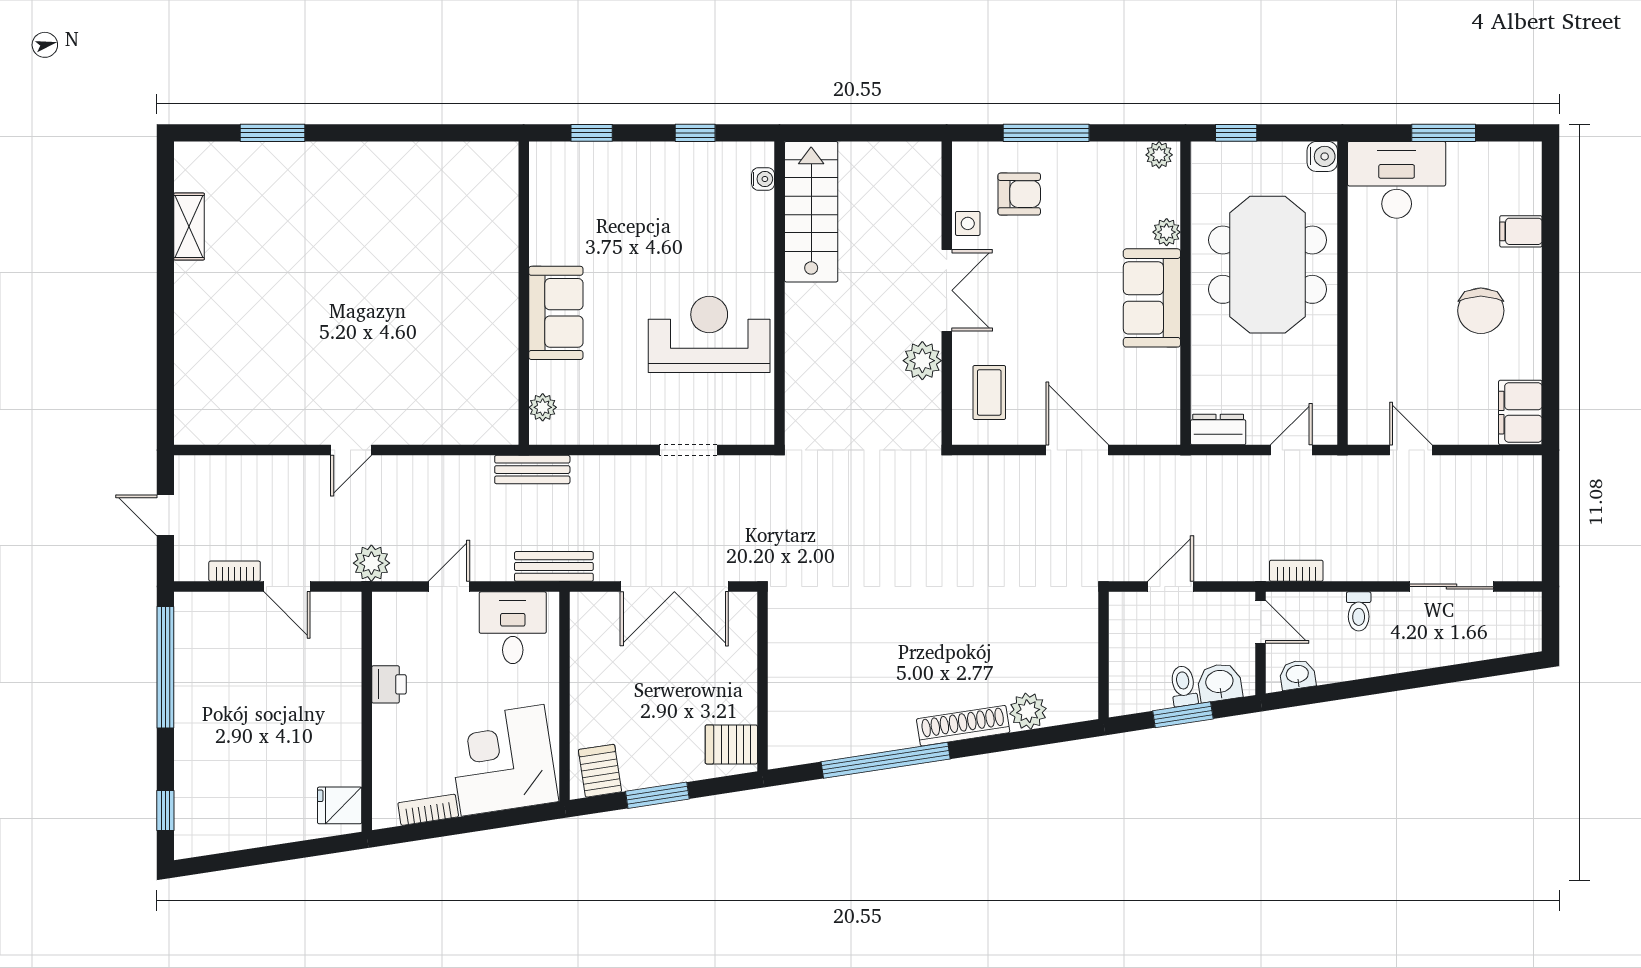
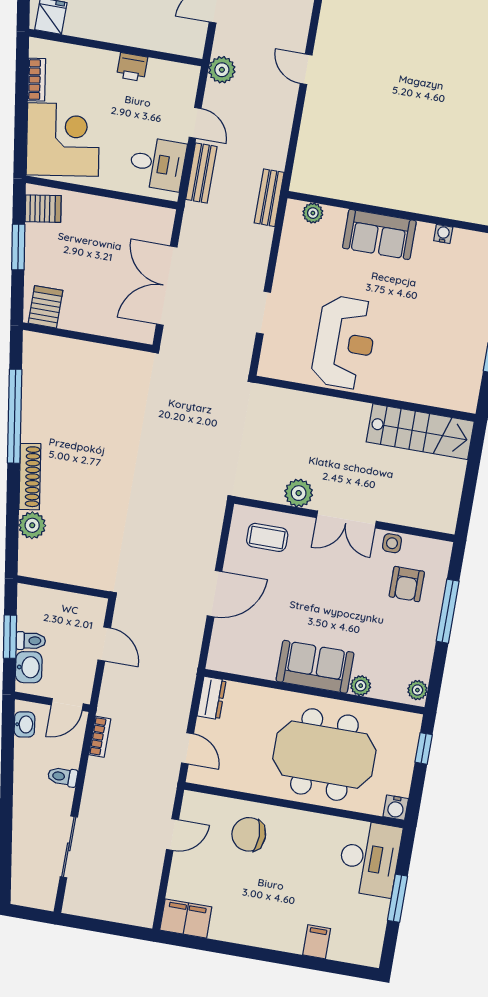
water cooler: (763, 179) -> (443, 234), moved, turned 180
chair: (1481, 311) -> (249, 834), moved
bench: (554, 566) -> (201, 173), moved

